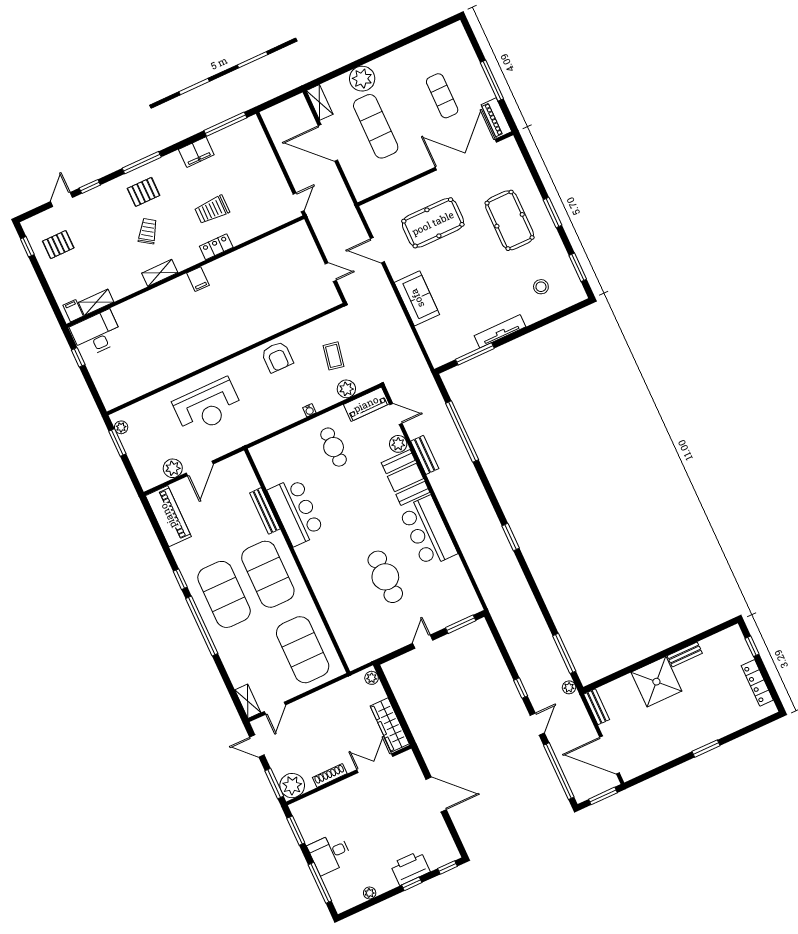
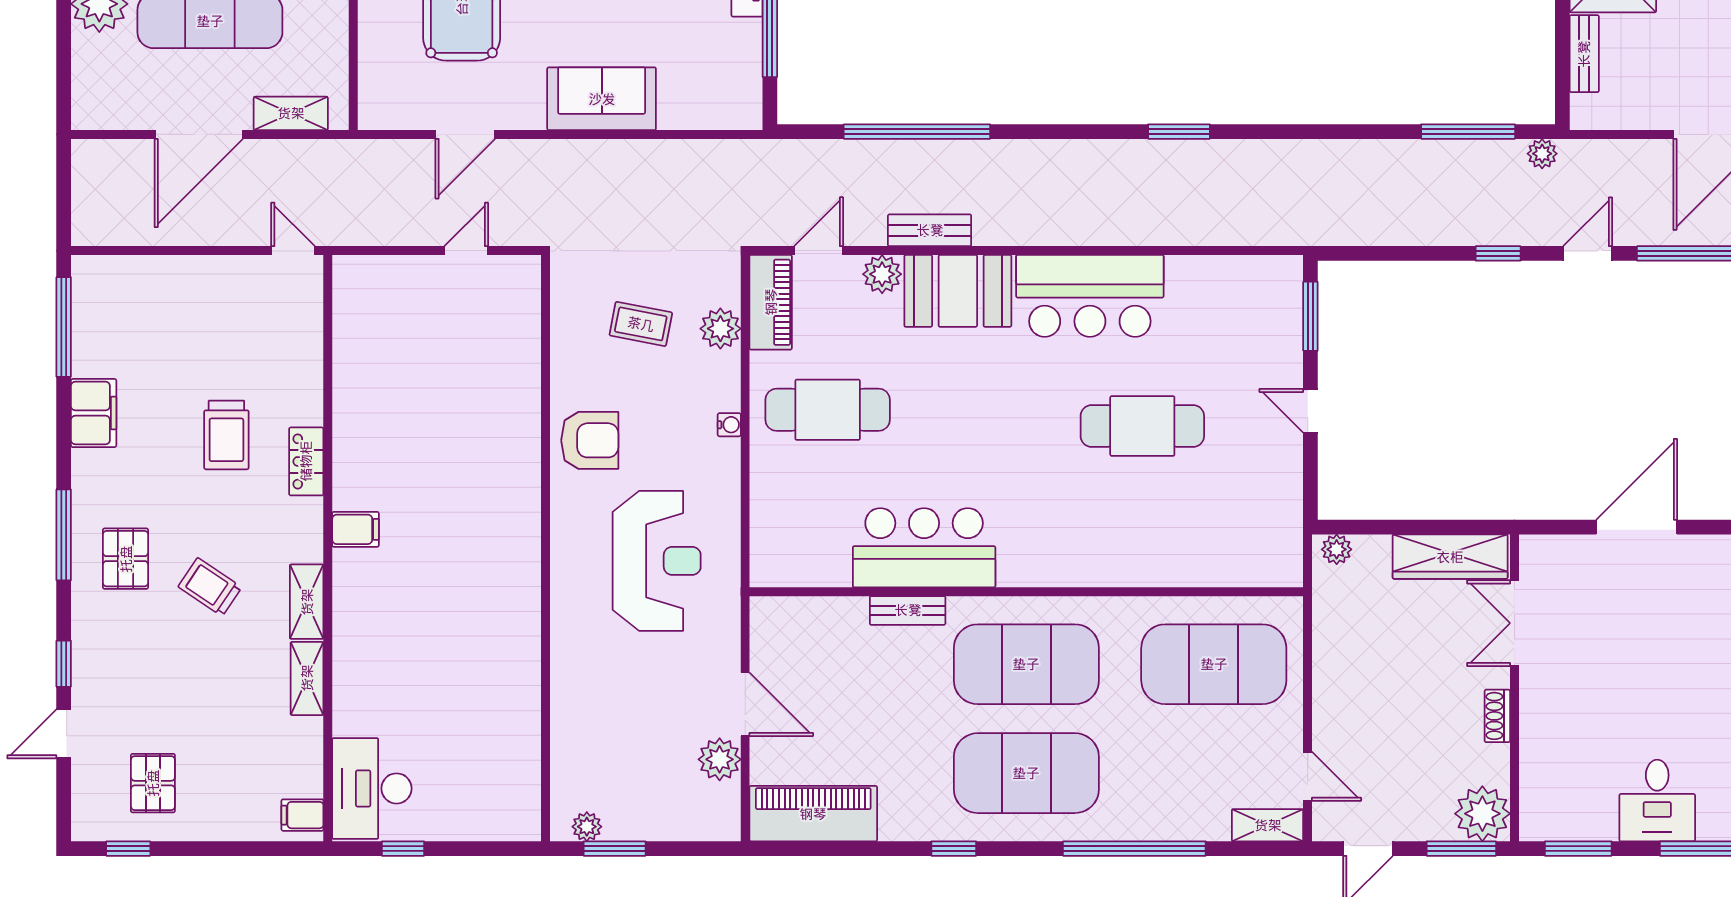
shelving: (320, 102) -> (291, 113), moved
door: (62, 200) -> (64, 734), hinge flipped
shelving: (96, 302) -> (307, 678), moved
reception desk: (208, 406) -> (657, 561), moved
cafe table: (334, 447) -> (828, 410), width x1.37, depth x1.35
bench: (265, 511) -> (908, 610), width x0.73
window: (202, 626) -> (1134, 849), moved
bench: (597, 707) -> (1584, 54), moved, turned 90
door: (537, 724) -> (1588, 253), hinge flipped
shoe rack: (330, 776) -> (1497, 716), width x0.70

